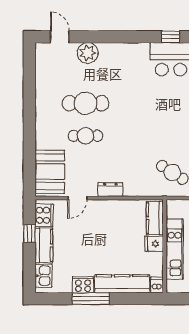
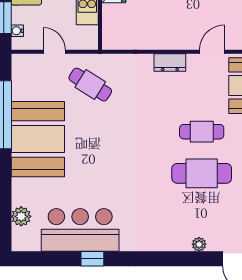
plant: (88, 53) -> (199, 244), width x0.53, depth x0.53
kitchen counter: (155, 218) -> (113, 26), removed

